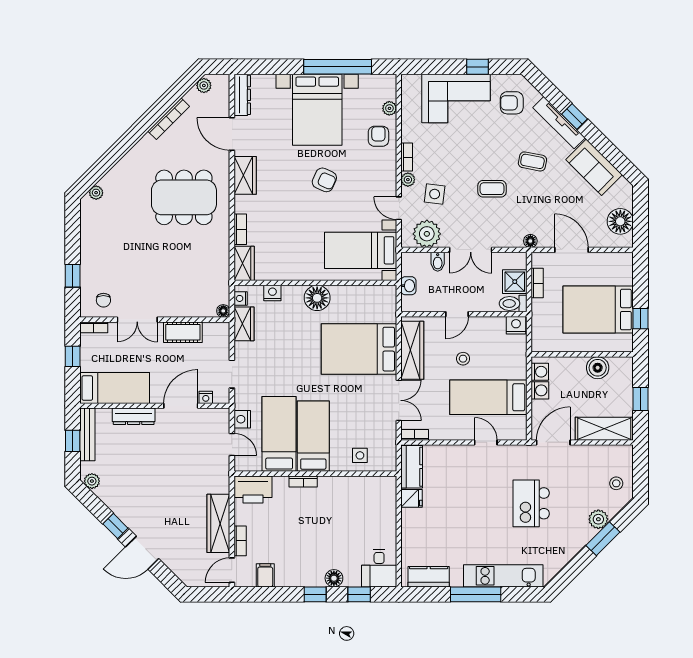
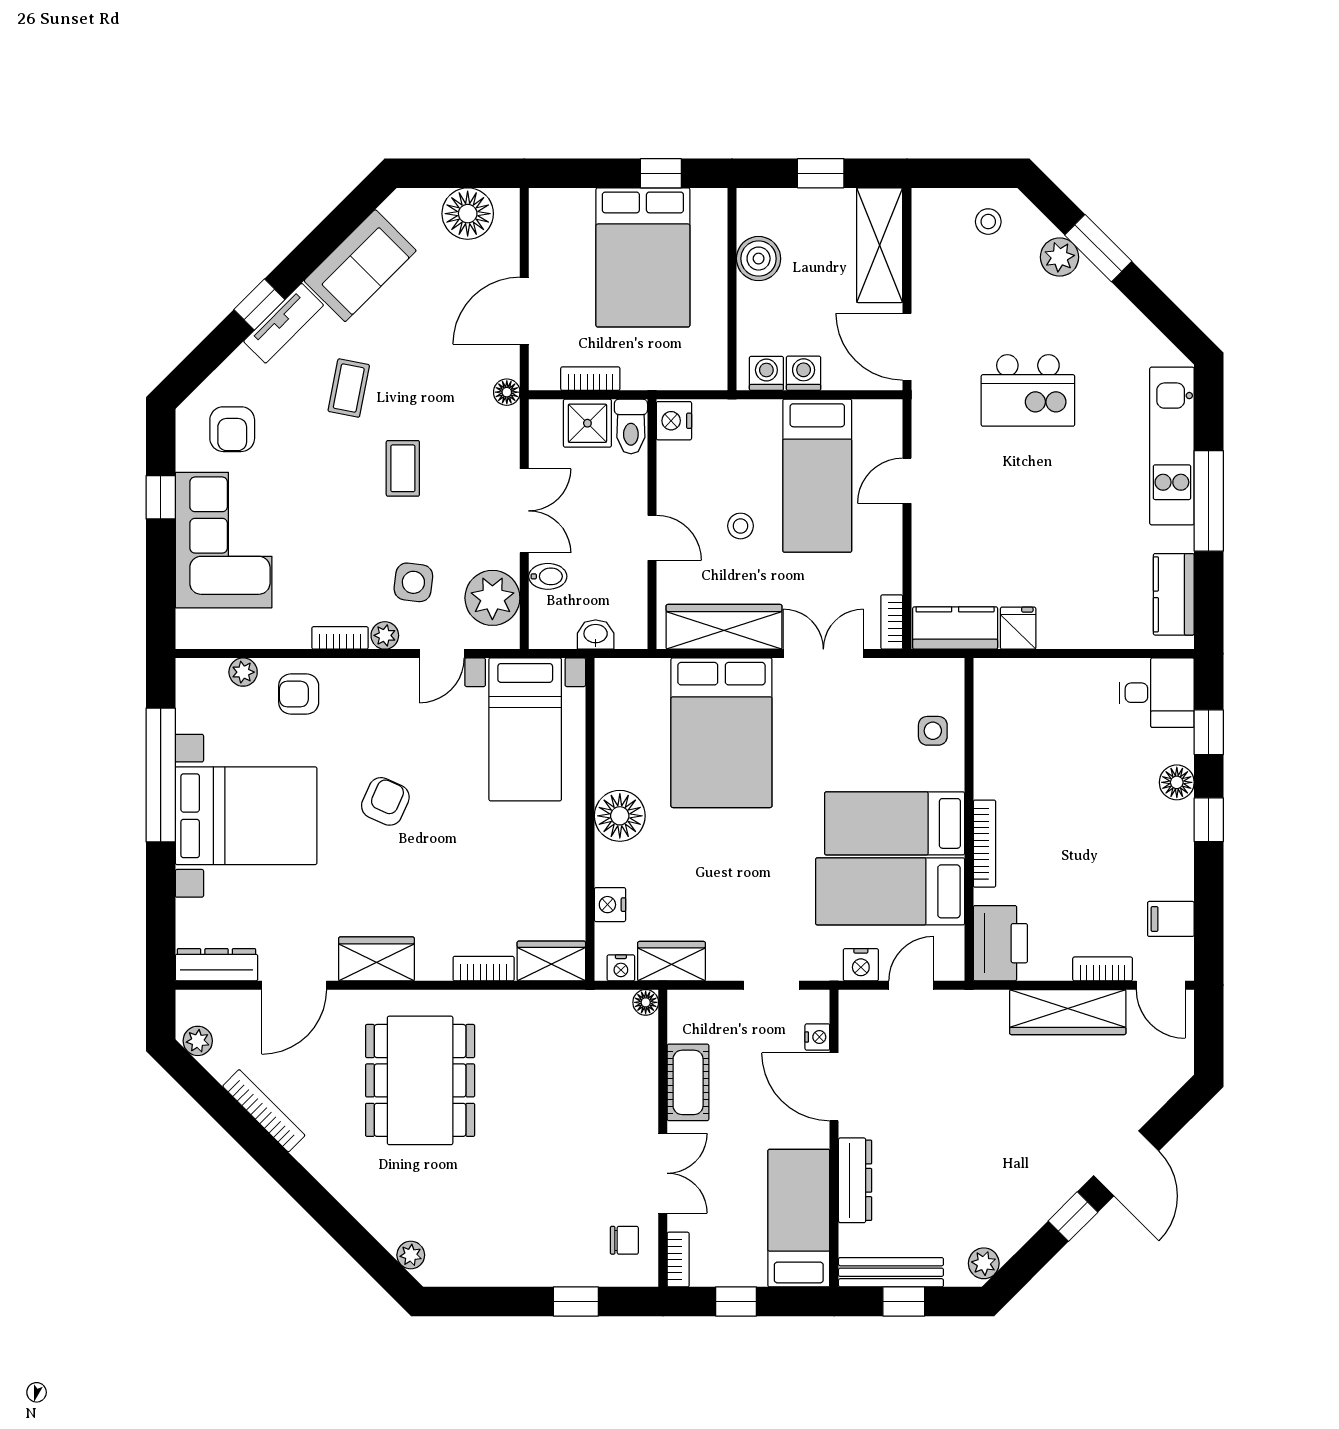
tv unit: (559, 123) -> (284, 323), width x0.71
bookcase: (303, 481) -> (984, 844), width x1.56

